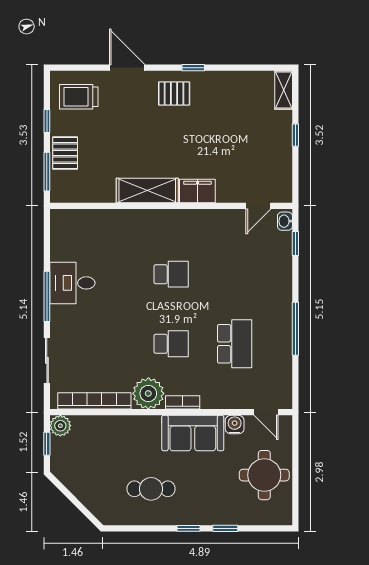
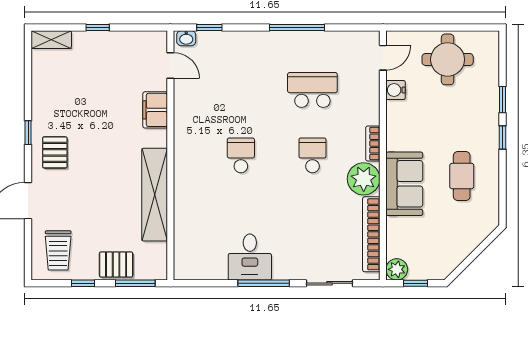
shelving: (147, 190) -> (155, 195), width x1.47
filing cabinet: (197, 191) -> (155, 110), moved
sofa: (193, 433) -> (404, 184), moved

